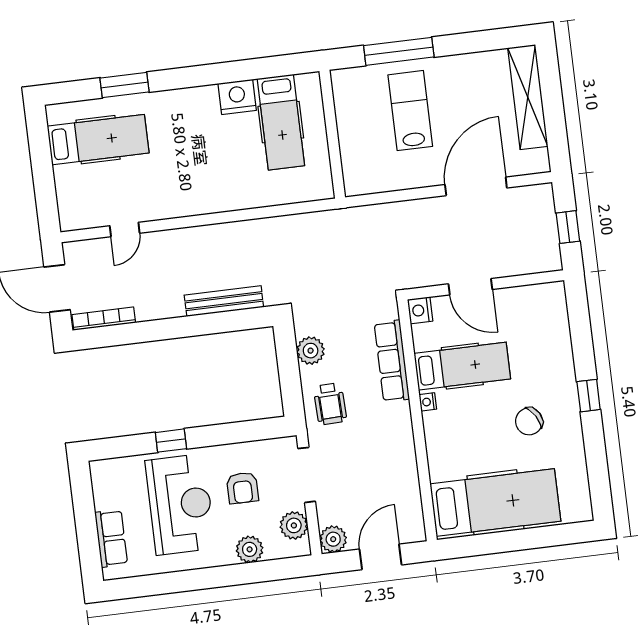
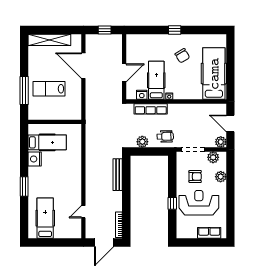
window: (125, 85) -> (24, 186), moved
door: (125, 229) -> (83, 212), swing flipped
nightstand: (420, 310) -> (142, 95), moved

